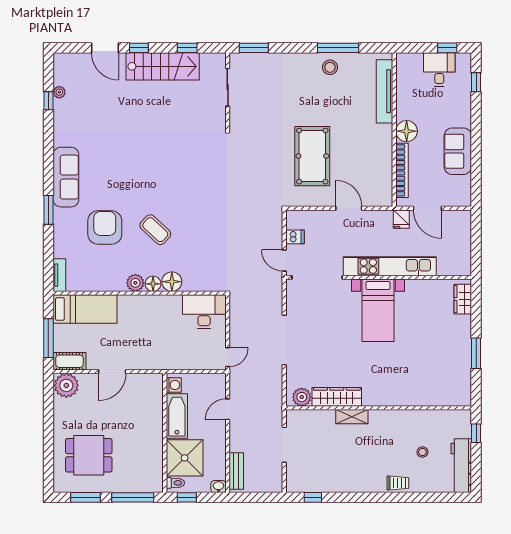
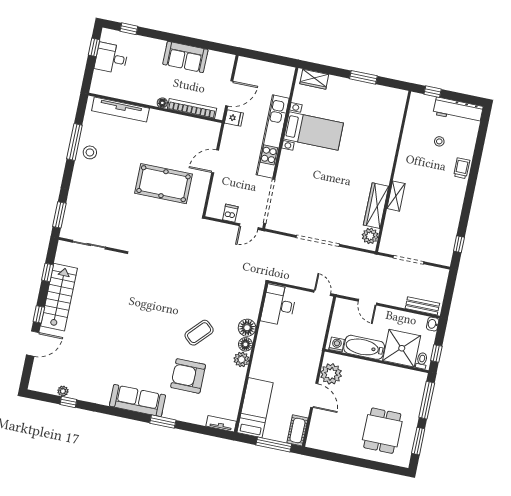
floor lamp: (407, 131) -> (162, 103), width x0.53, depth x0.53
bed with nightstands: (378, 310) -> (314, 131), moved
plant: (66, 385) -> (331, 374), moved

